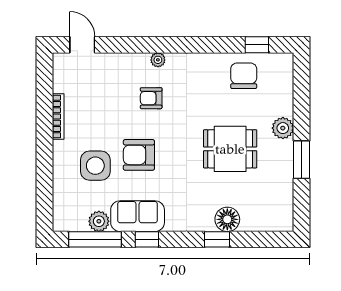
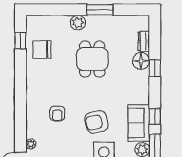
plant: (158, 60) -> (31, 144), moved
armchair: (139, 155) -> (96, 122), turned 78
dresser: (256, 223) -> (144, 41), added

